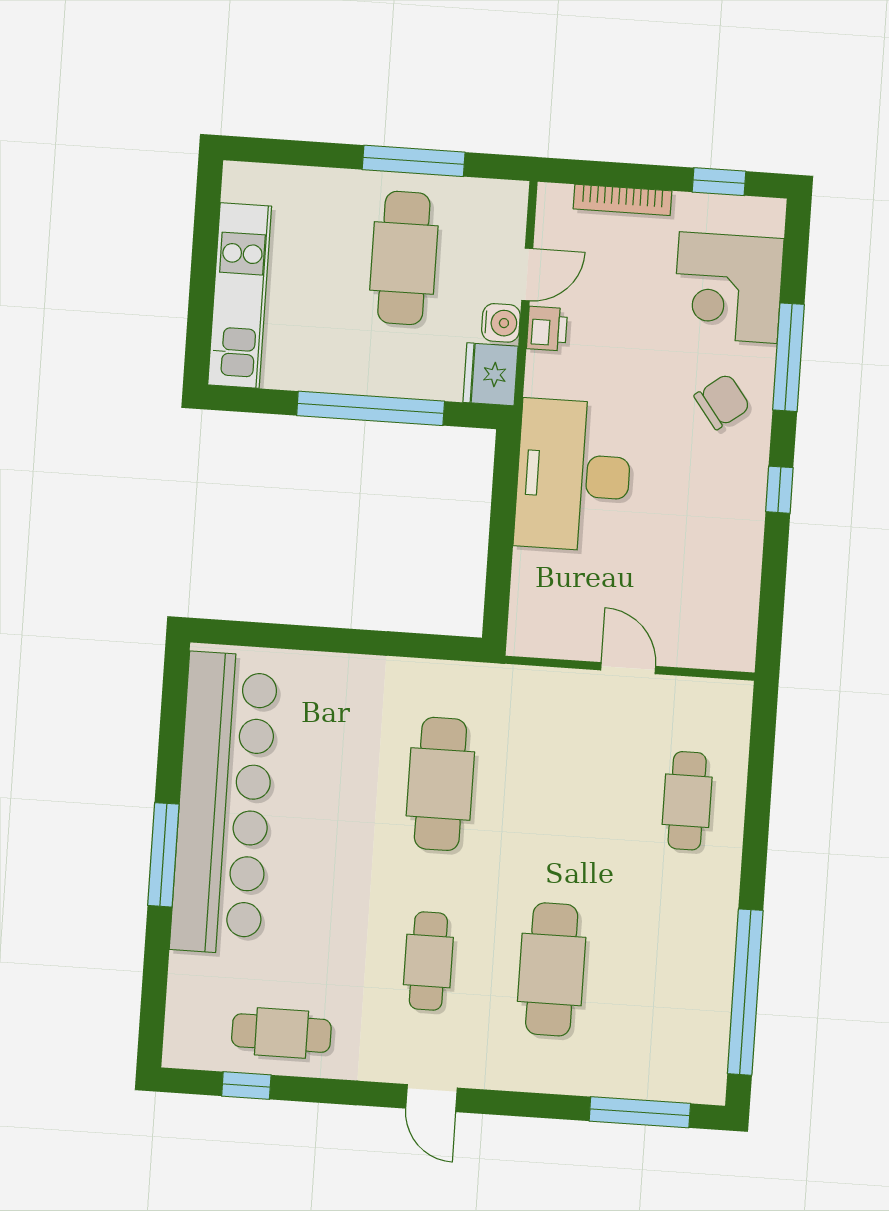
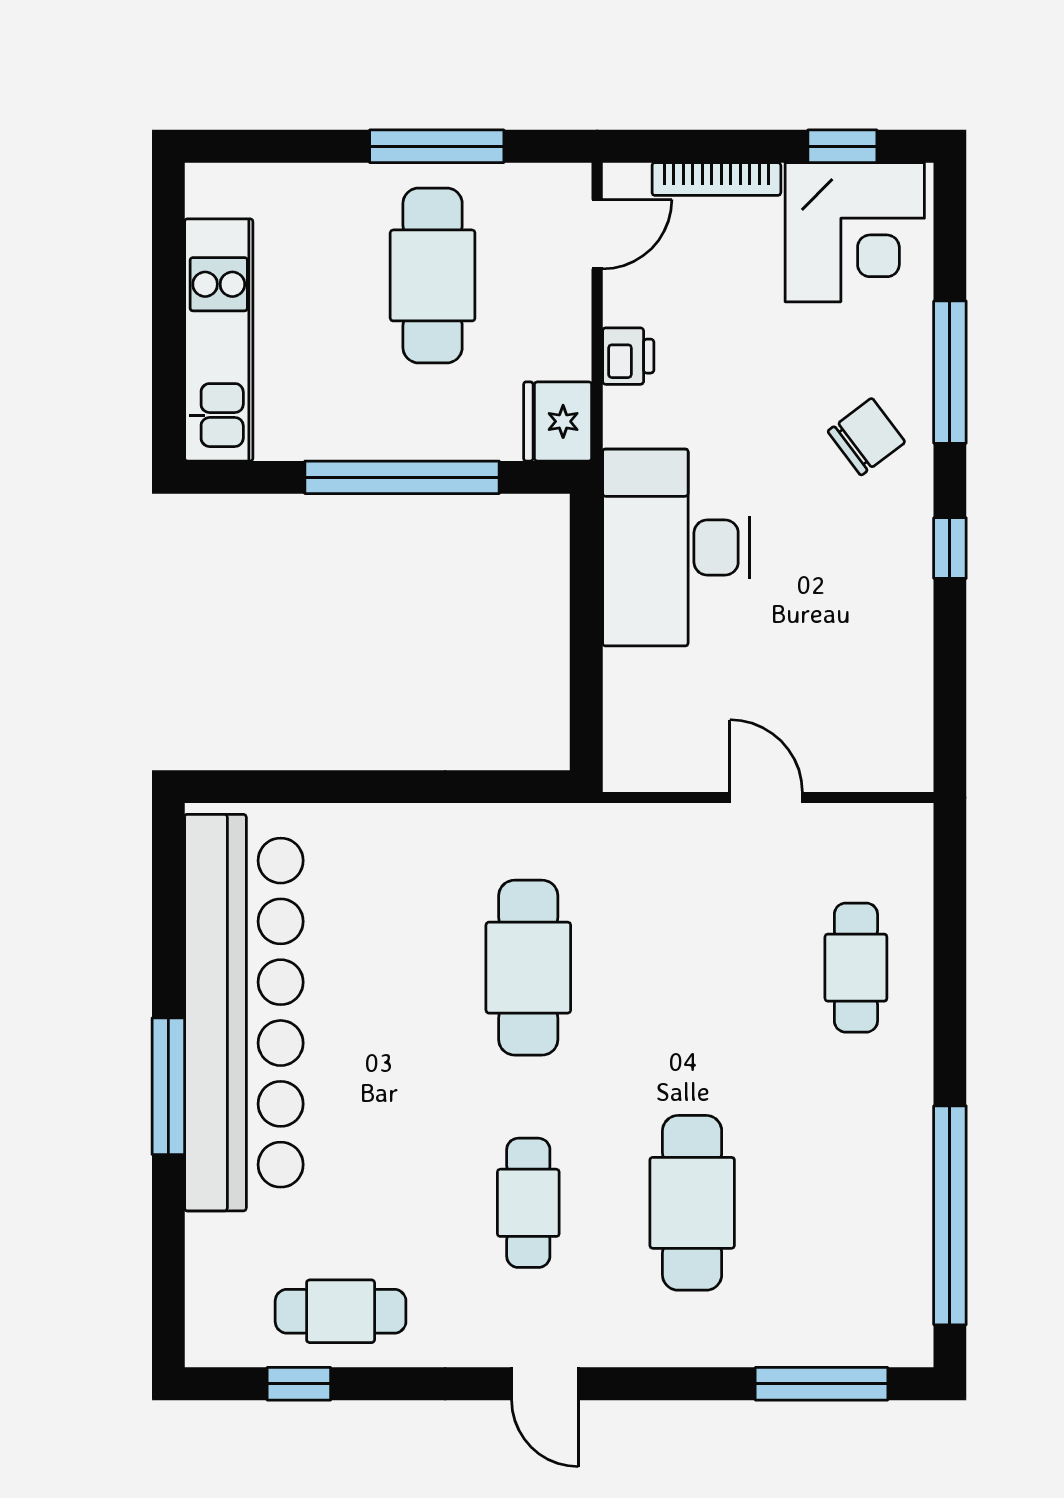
door: (527, 275) -> (597, 234), moved
corner desk: (728, 288) -> (855, 232), moved, turned -90
water cooler: (501, 323) -> (567, 353), removed

